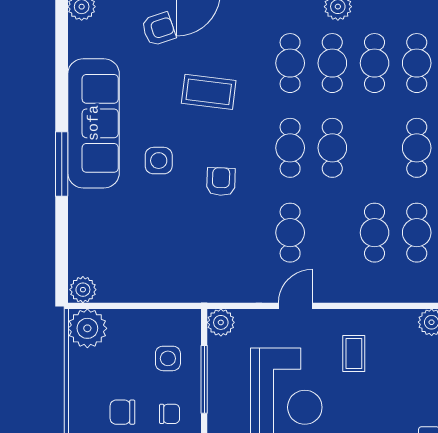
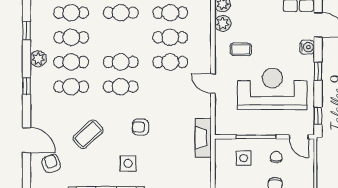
coffee table: (209, 92) -> (88, 134), turned 41
cafe table: (290, 233) -> (170, 62), moved
fireplace: (202, 289) -> (203, 138), added
plant: (221, 322) -> (223, 23), moved

